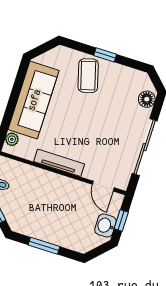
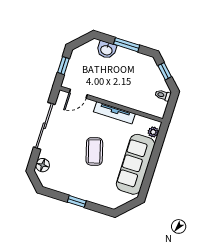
coffee table: (88, 76) -> (94, 151), moved
door: (103, 186) -> (78, 94), swing flipped
washbasin: (105, 226) -> (106, 50), moved, turned 90

